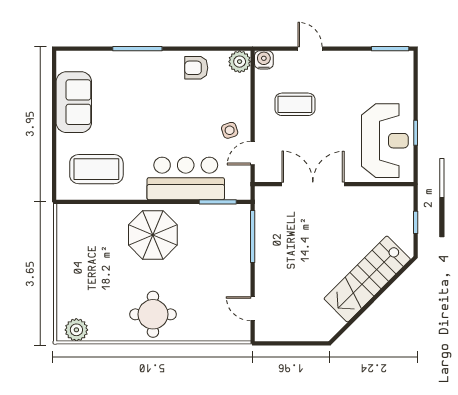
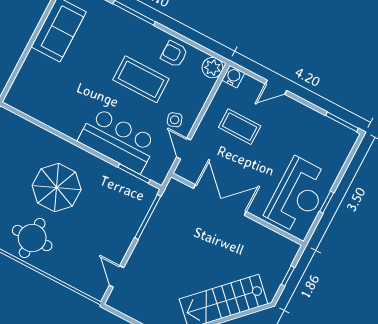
door: (310, 49) -> (276, 87), swing flipped
door: (253, 153) -> (184, 149), hinge flipped
coffee table: (96, 169) -> (141, 79), moved
parasol: (153, 235) -> (57, 188), moved

